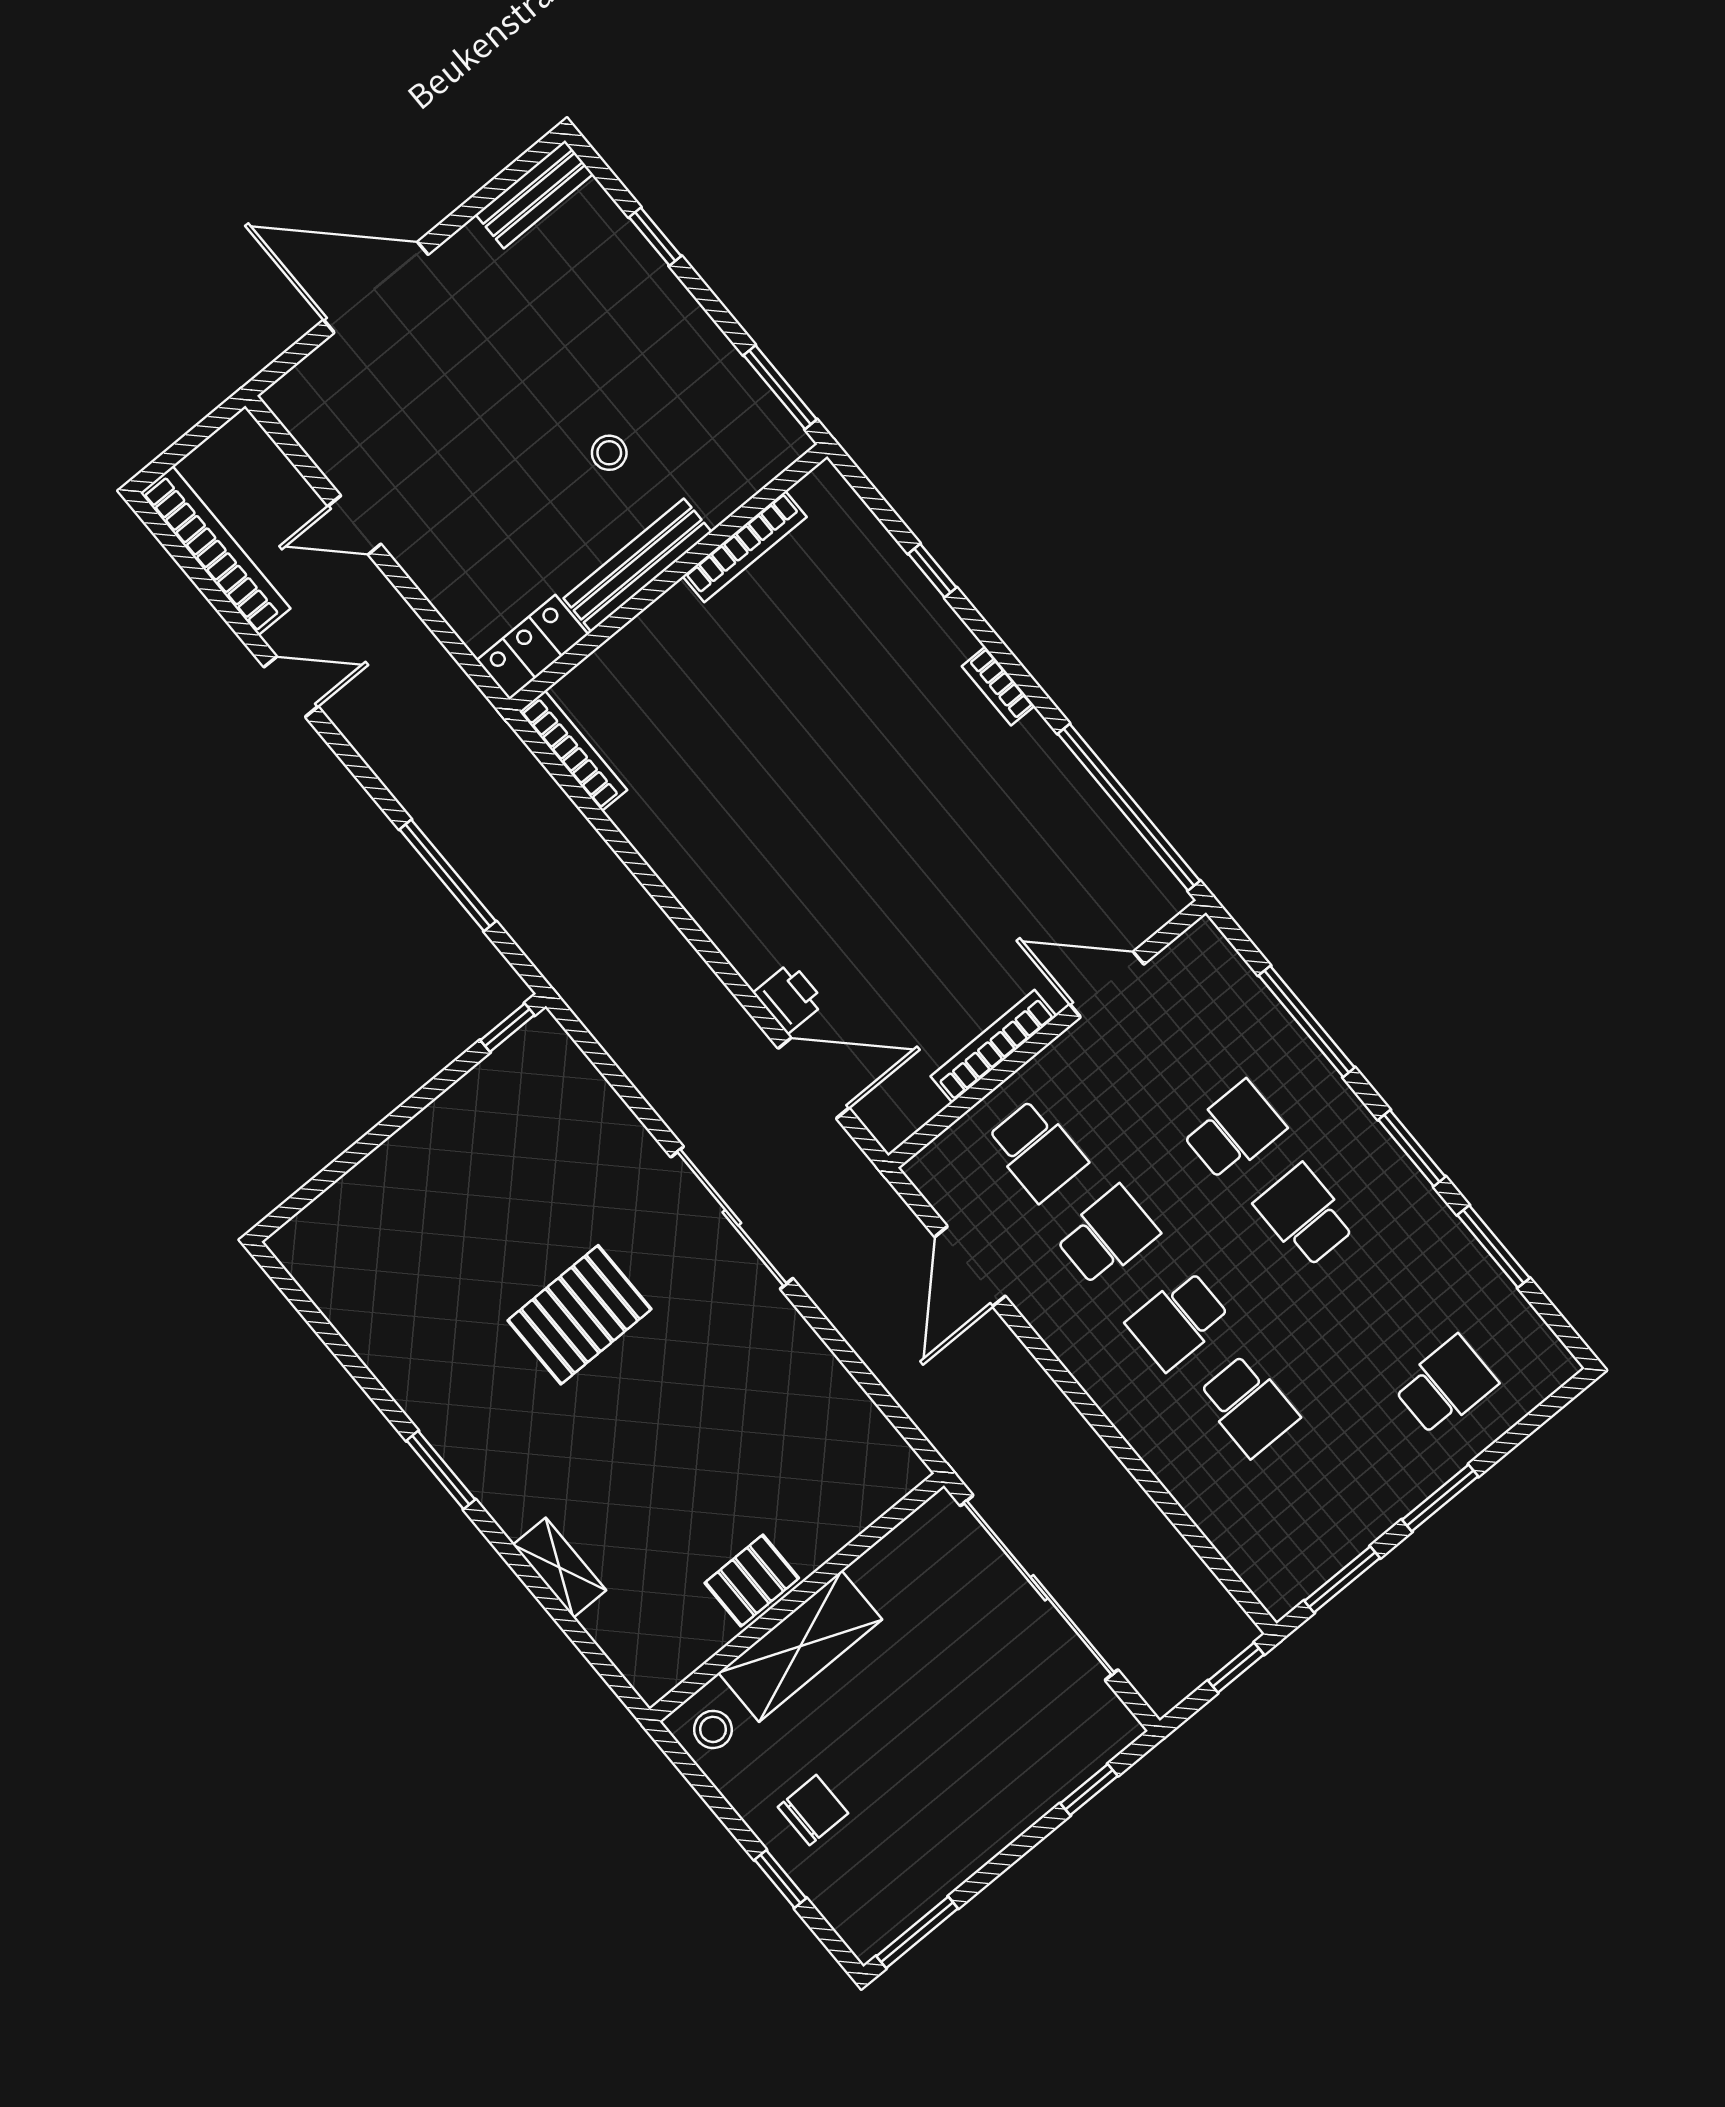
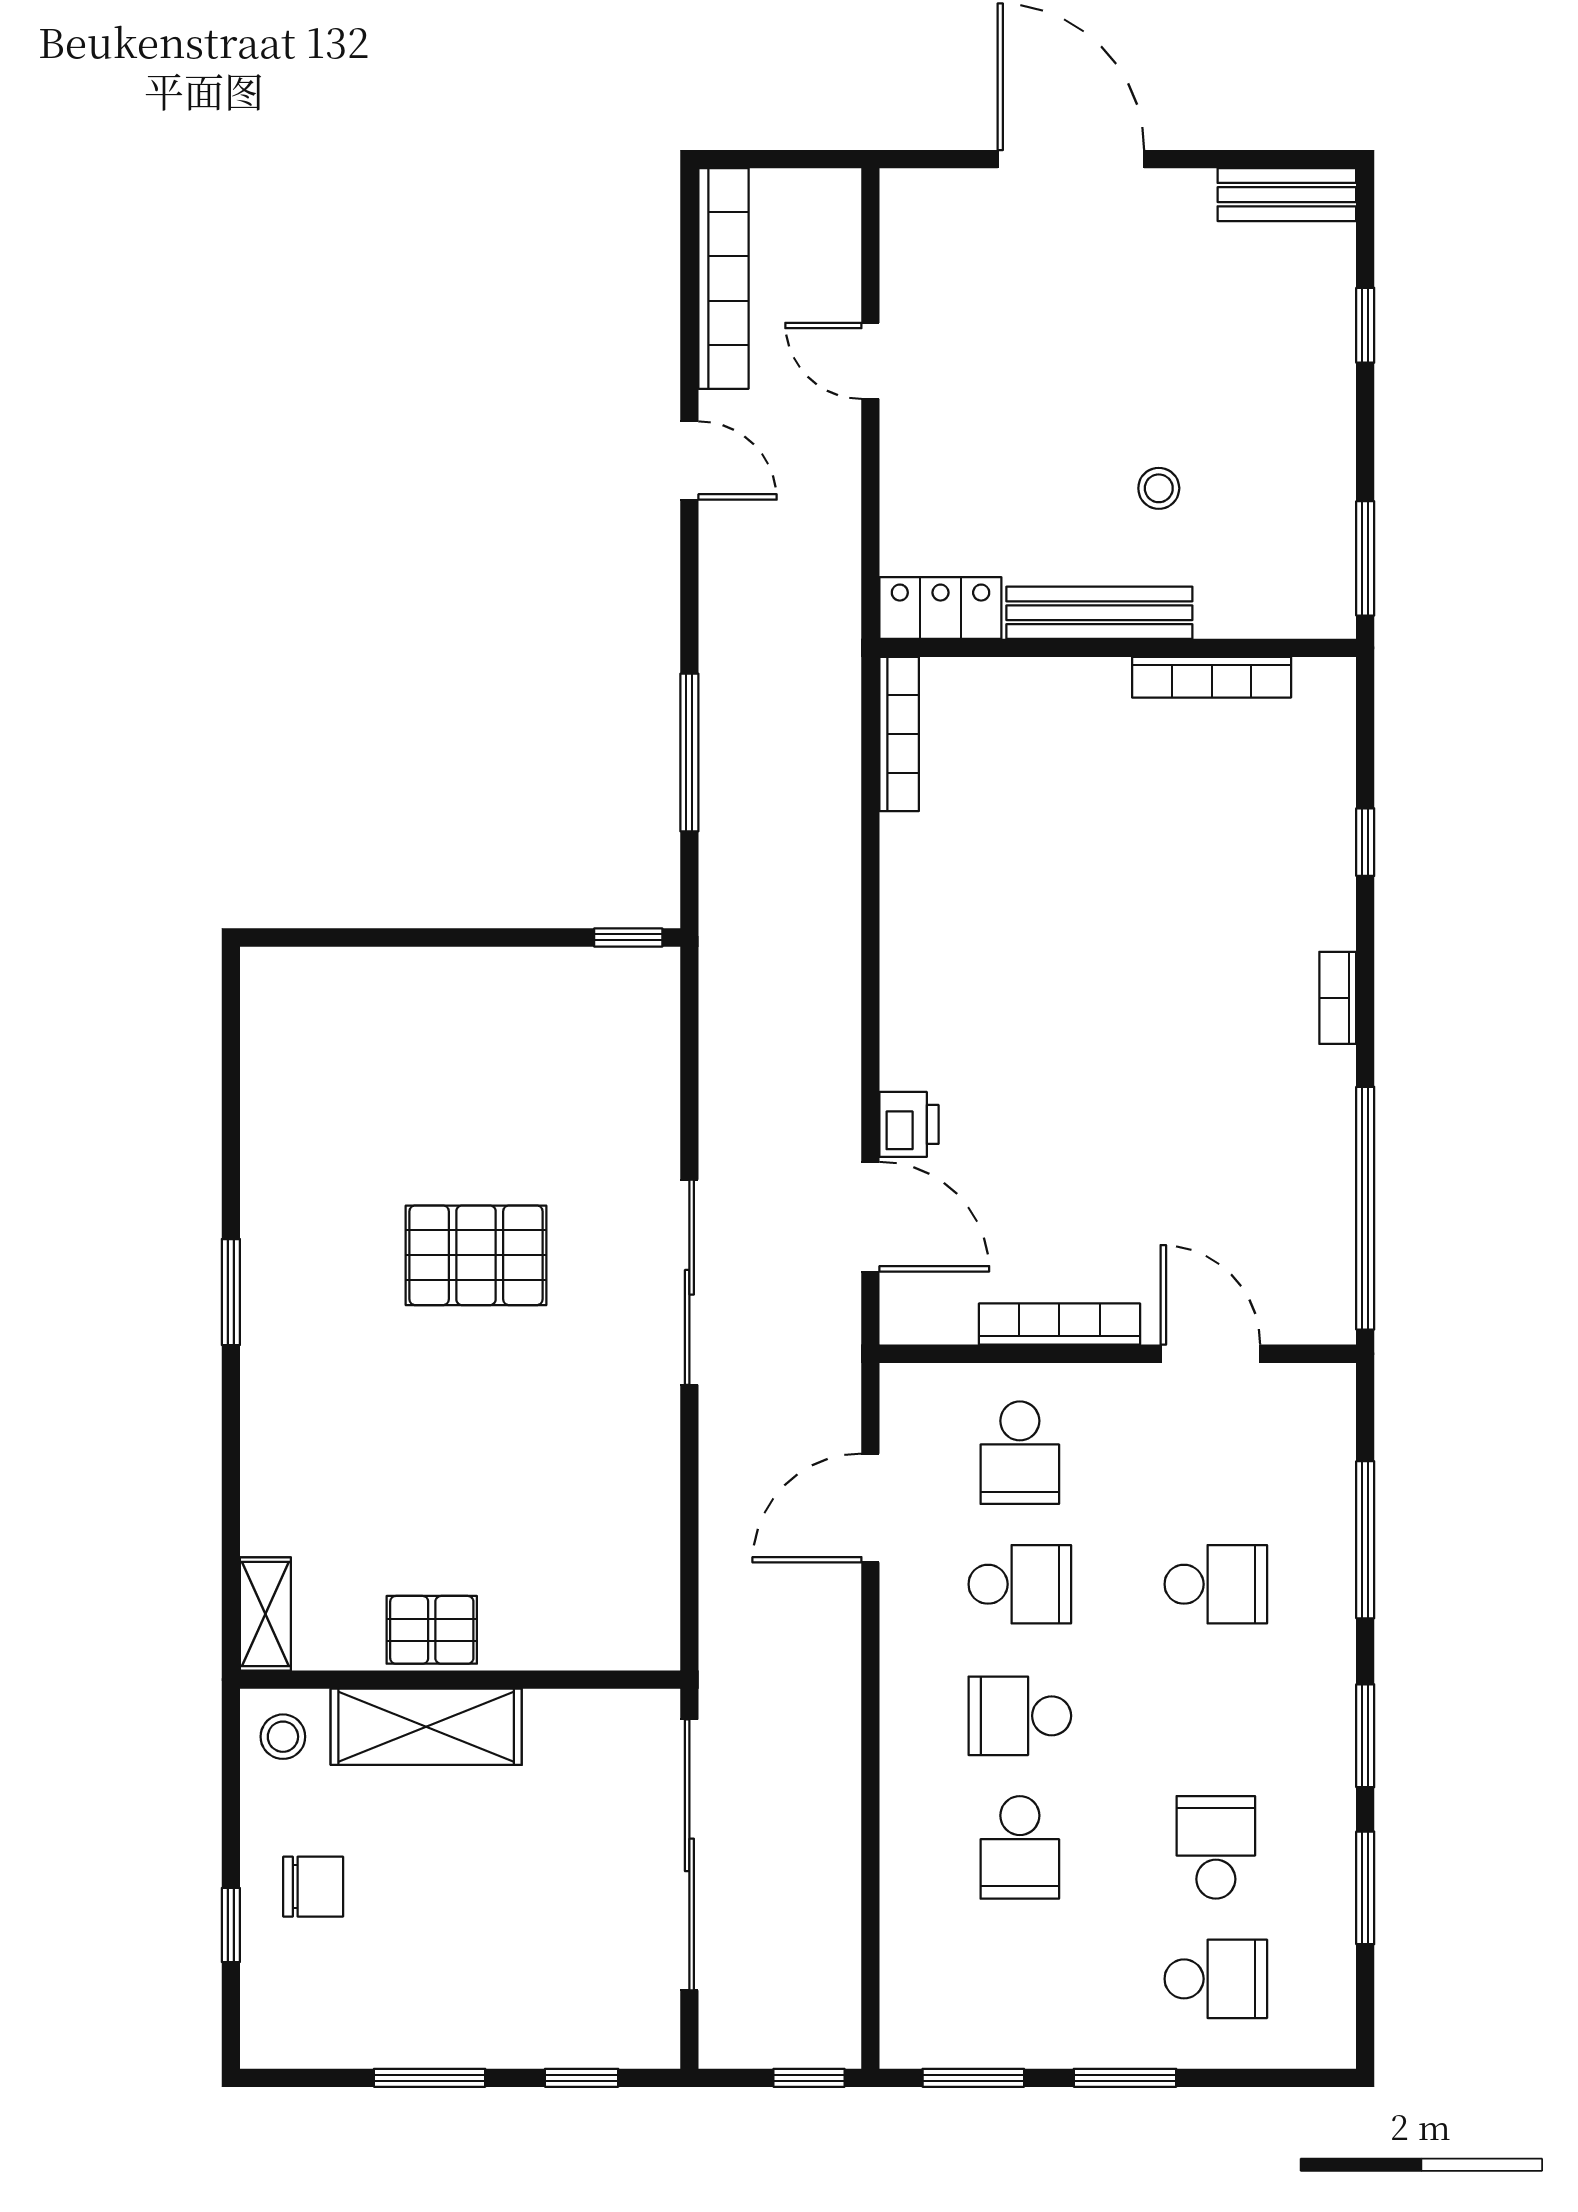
school desk: (1305, 1215) -> (1216, 1847), moved
shelving: (559, 1568) -> (265, 1614), moved
window: (917, 1932) -> (430, 2078), moved

